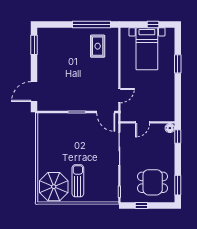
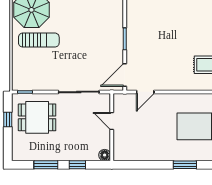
door: (119, 96) -> (145, 92), hinge flipped
window: (178, 136) -> (77, 165), moved
dining table: (153, 182) -> (37, 117), moved, turned 90
window: (178, 185) -> (46, 165), moved

